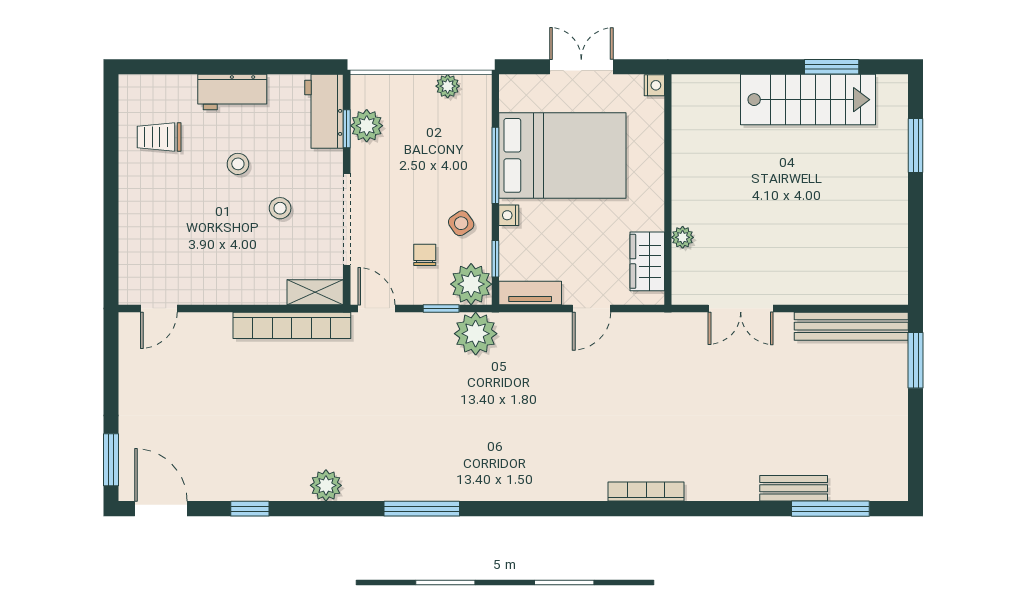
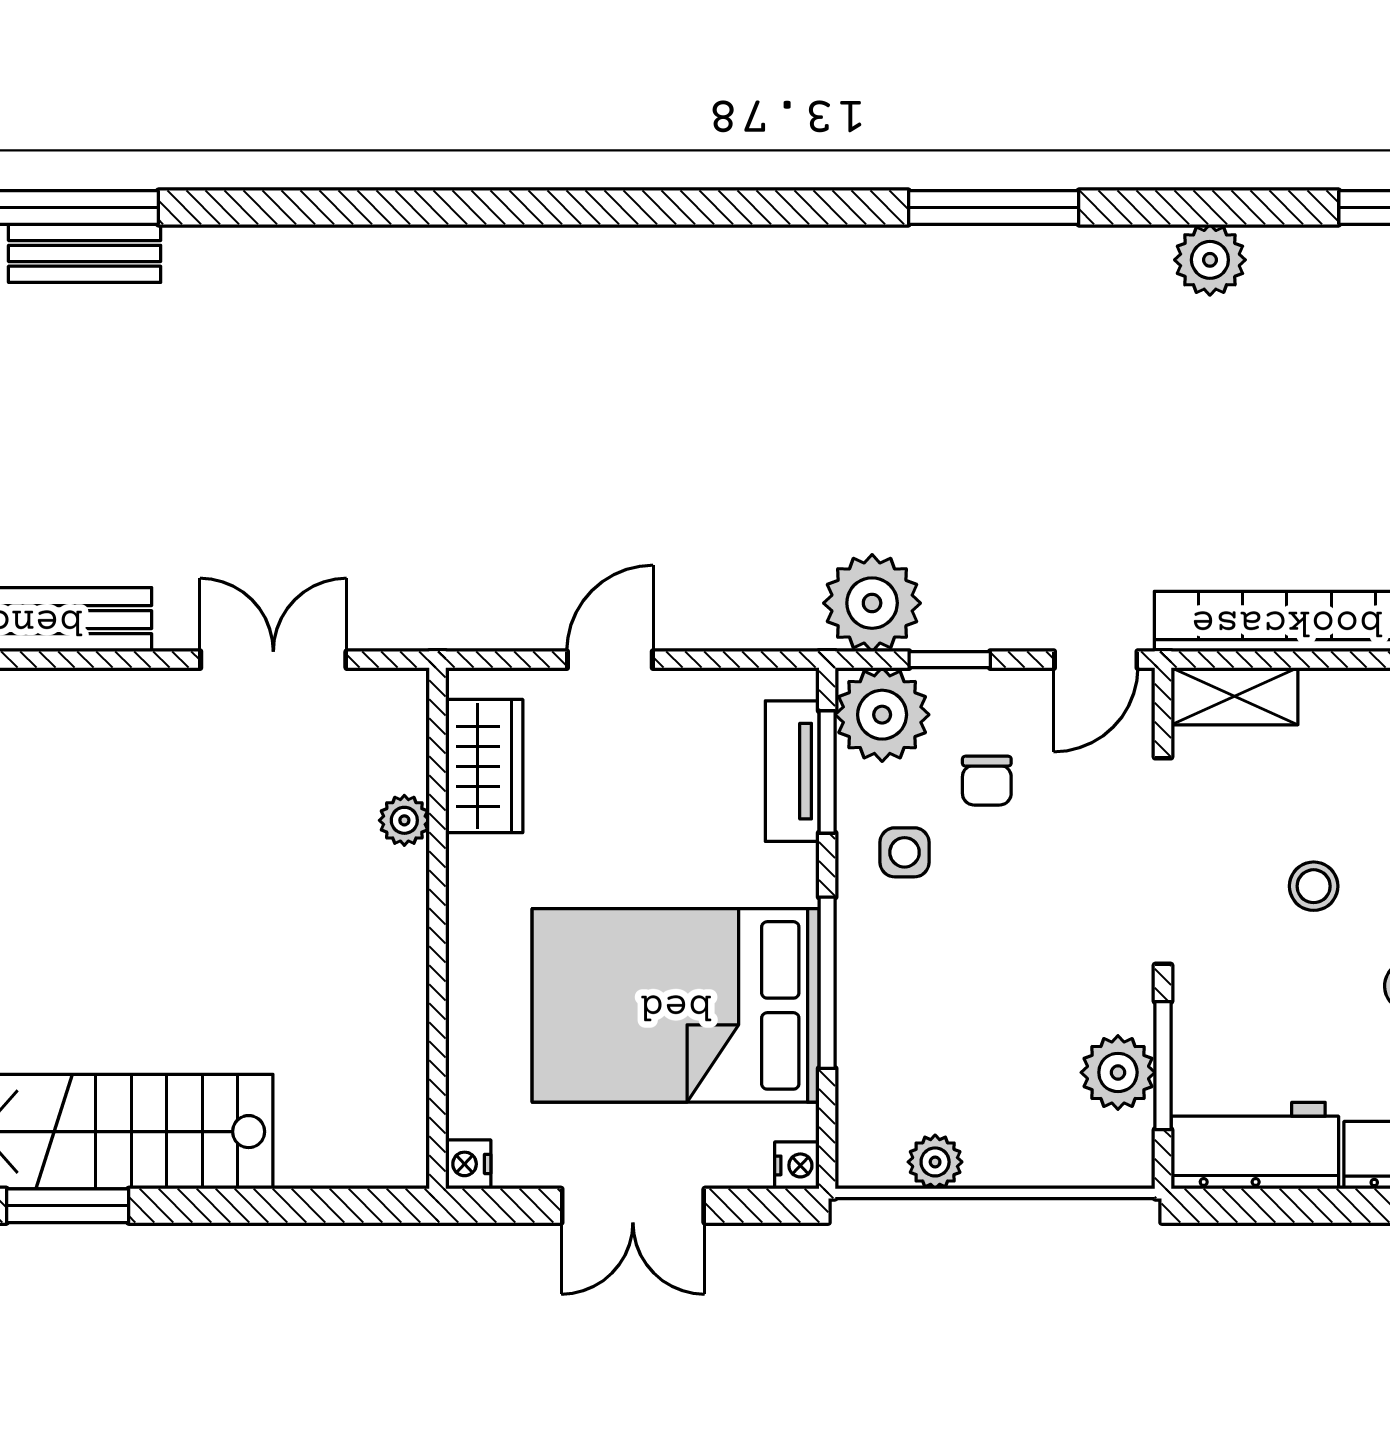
workbench: (324, 111) -> (1255, 1146), moved, turned -90
window: (347, 129) -> (1163, 1066), width x1.50
nightstand: (509, 215) -> (797, 1165), moved
side table: (461, 223) -> (905, 852), turned 34
window: (495, 259) -> (827, 772), width x1.50
tv unit: (530, 293) -> (792, 771), moved, turned 90
door: (376, 308) -> (1096, 660), hinge flipped
bench: (794, 488) -> (85, 253), moved
bookcase: (646, 491) -> (487, 246), removed

